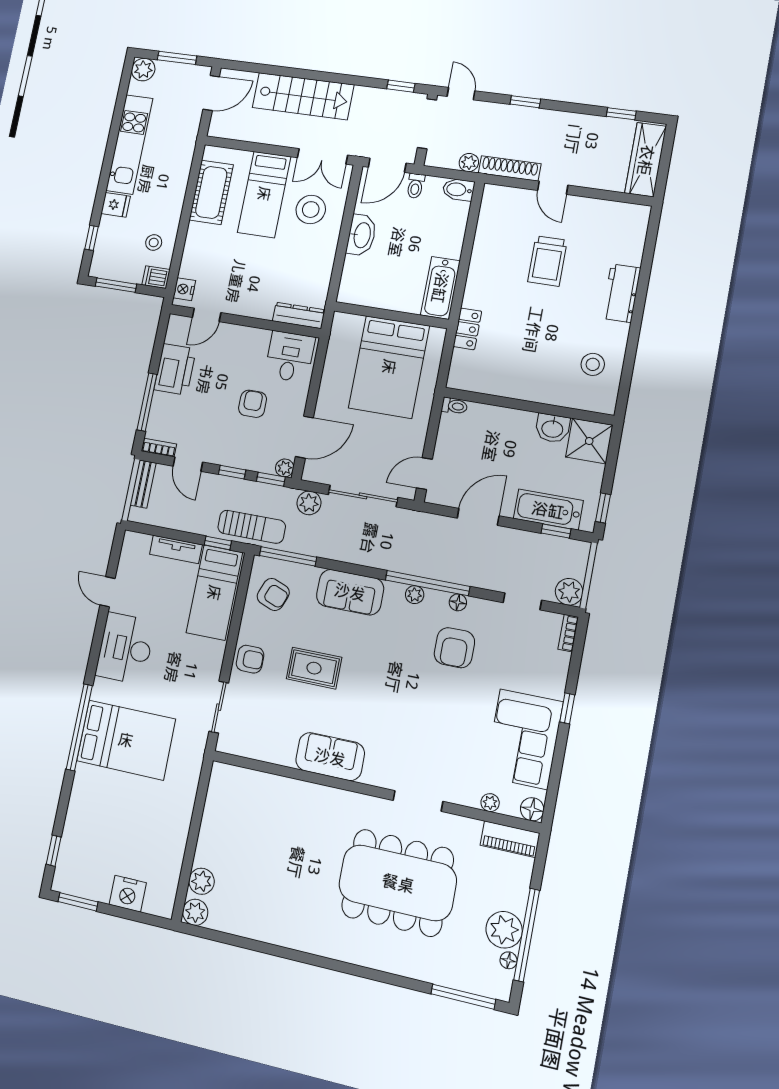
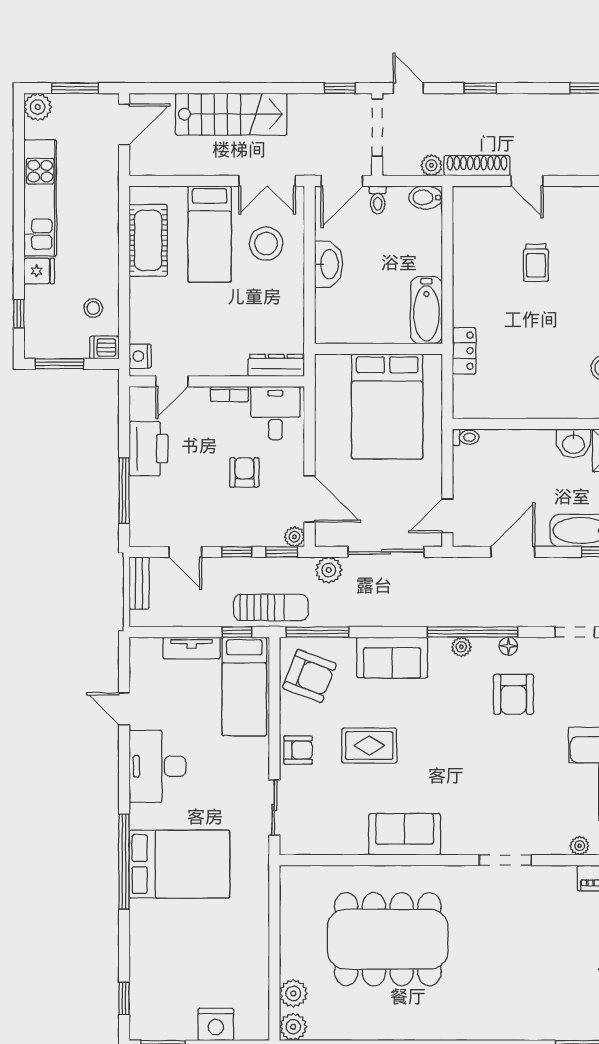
trolley: (547, 261) -> (536, 263), width x0.73, depth x0.72
door: (304, 437) -> (309, 499), hinge flipped
bookcase: (159, 448) -> (230, 394), moved, turned 180
armchair: (273, 594) -> (309, 676), width x1.38, depth x1.38
dining table: (398, 883) -> (388, 939), moved

